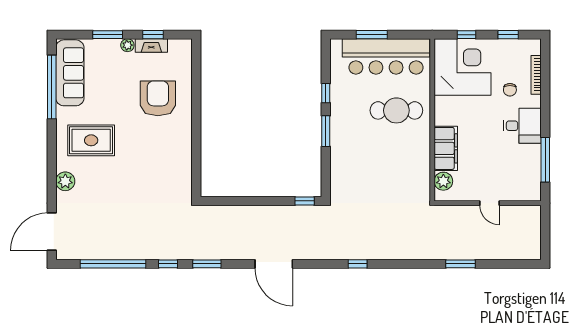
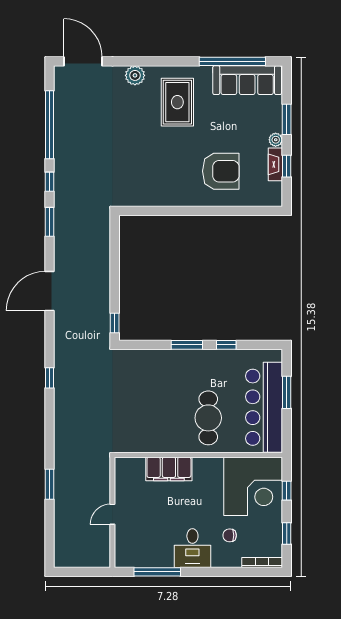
bookcase: (536, 75) -> (262, 563), moved
plant: (443, 181) -> (135, 467), removed

